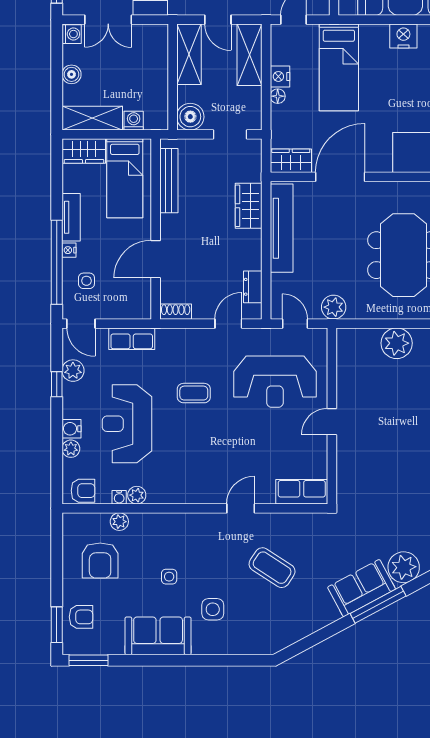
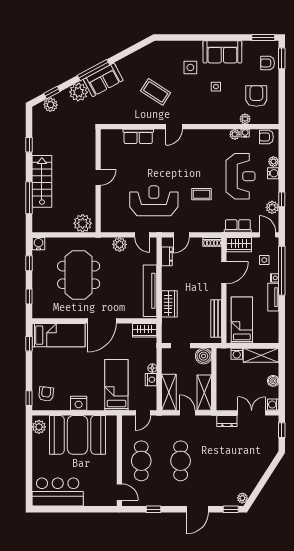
wardrobe: (84, 151) -> (239, 245), moved, turned 180
door: (340, 177) -> (102, 321), moved
wall: (332, 416) -> (98, 181), moved
door: (332, 422) -> (98, 177), moved

